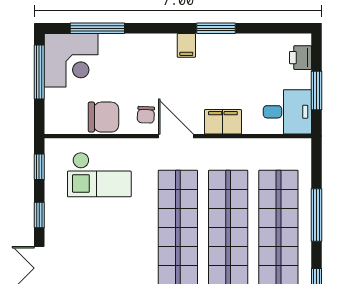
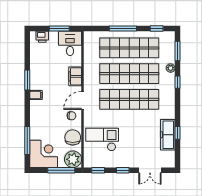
window: (39, 72) -> (61, 170), moved
plant: (61, 118) -> (73, 159), added
checkout: (99, 175) -> (102, 140), turned -90

